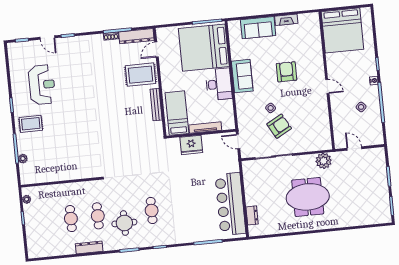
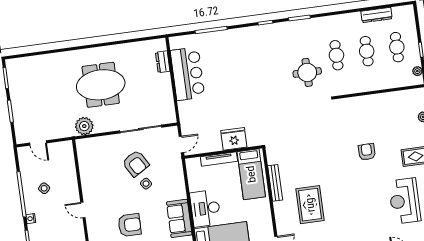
armchair: (286, 72) -> (130, 225), turned -90
rug: (141, 75) -> (310, 205), moved, turned 90
armchair: (279, 126) -> (136, 163), turned -92
armchair: (74, 129) -> (367, 152), added
door: (238, 142) -> (181, 145), hinge flipped
door: (354, 148) -> (38, 143), moved
bar counter: (230, 204) -> (188, 74), width x0.73
cafe table: (152, 210) -> (397, 47), moved
round table: (124, 223) -> (307, 72), moved
dresser: (89, 247) -> (376, 15), moved

